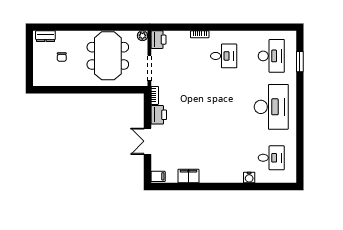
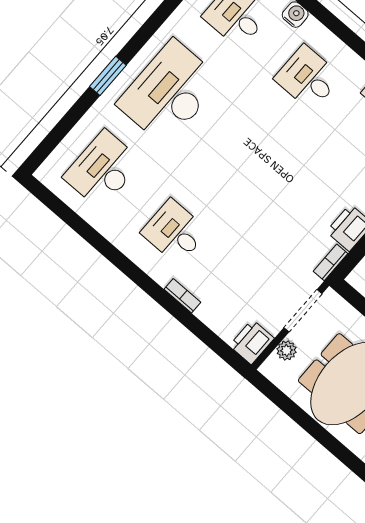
plant: (142, 36) -> (287, 350), moved
window: (300, 62) -> (108, 76), moved
desk: (224, 158) -> (308, 78), added

